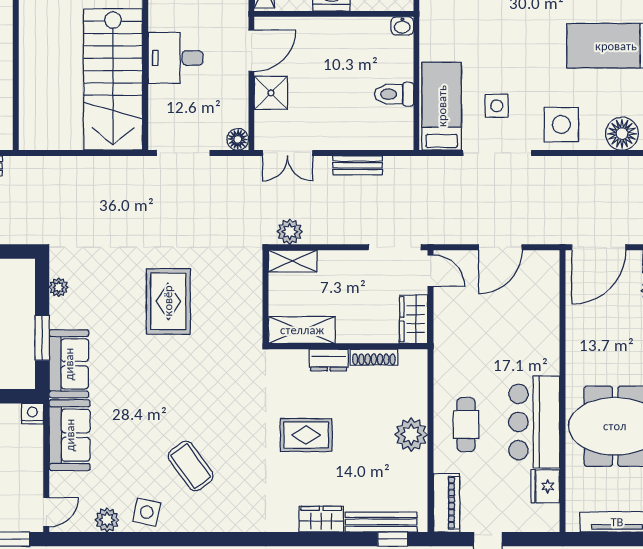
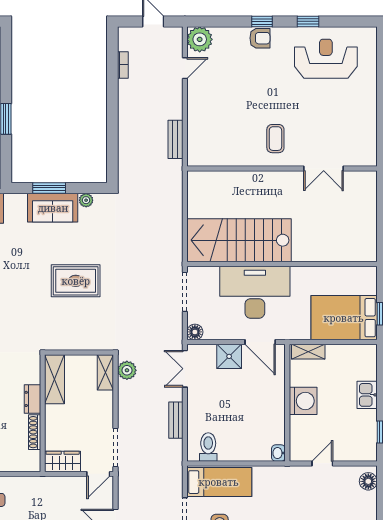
desk: (176, 58) -> (255, 292), width x1.87, depth x1.30
toilet: (394, 94) -> (208, 447), moved
sofa: (69, 364) -> (53, 208), moved

